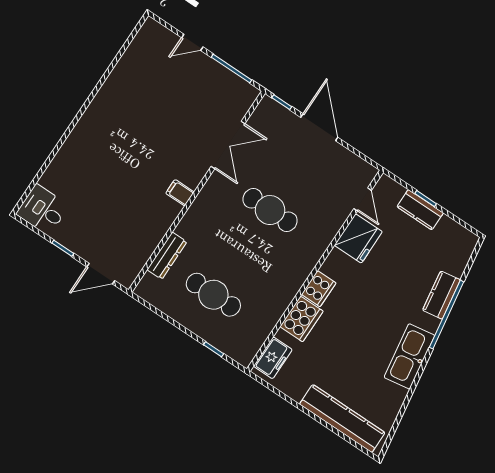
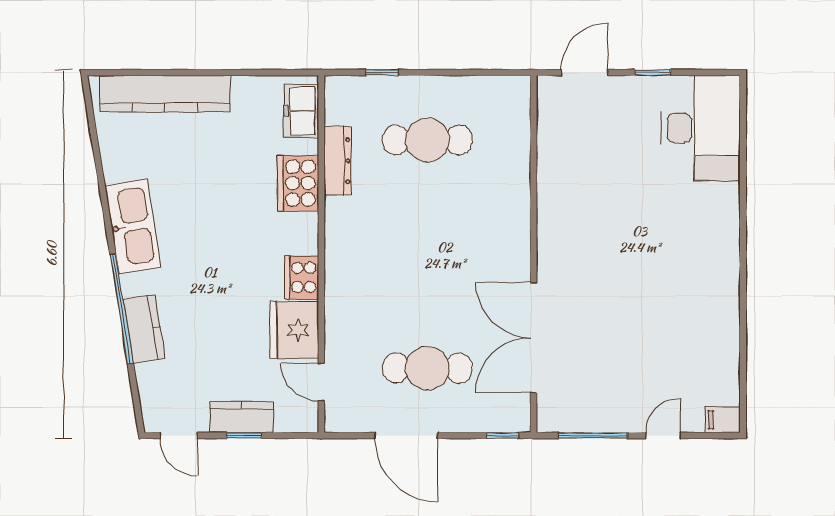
door: (319, 127) -> (406, 436), moved
double door: (228, 145) -> (534, 338), width x1.36
filing cabinet: (180, 193) -> (723, 420), moved, turned 180
desk: (43, 210) -> (701, 128), width x1.87, depth x1.30
cafe table: (270, 210) -> (427, 368), moved
door: (462, 223) -> (179, 436), added
dresser: (167, 256) -> (337, 161), moved, turned 180
cooker: (319, 289) -> (302, 277), moved

